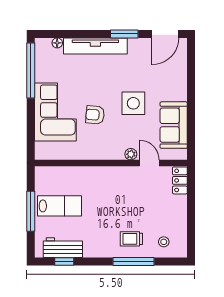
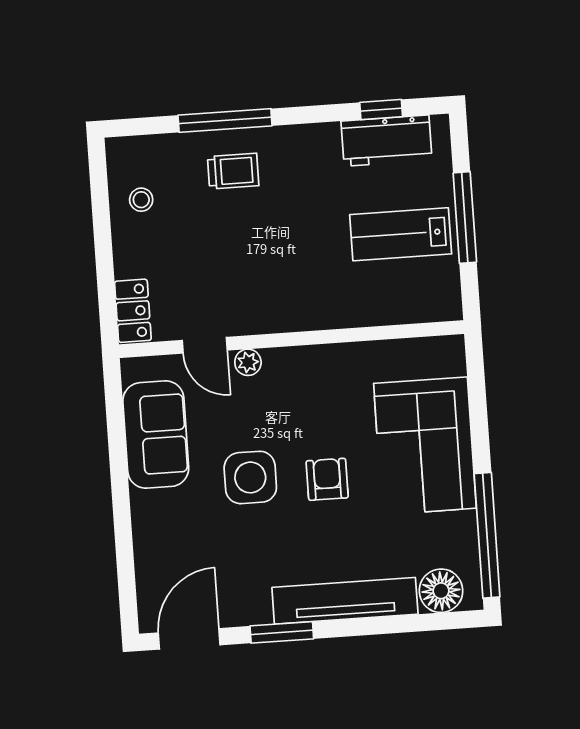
floor lamp: (57, 43) -> (441, 591), width x1.89, depth x1.89
armchair: (95, 115) -> (327, 479), moved, turned -95
stool: (164, 242) -> (141, 200), moved

